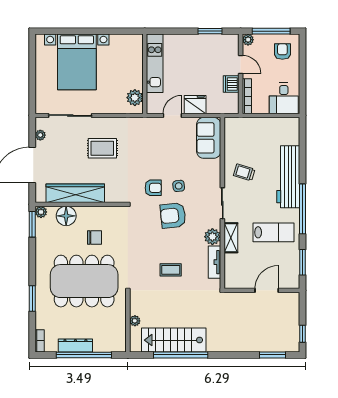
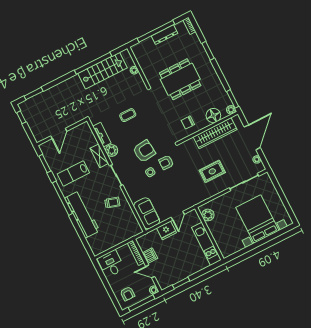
chair: (94, 237) -> (188, 122), moved
dining table: (84, 281) -> (180, 79), width x0.73, depth x0.80

